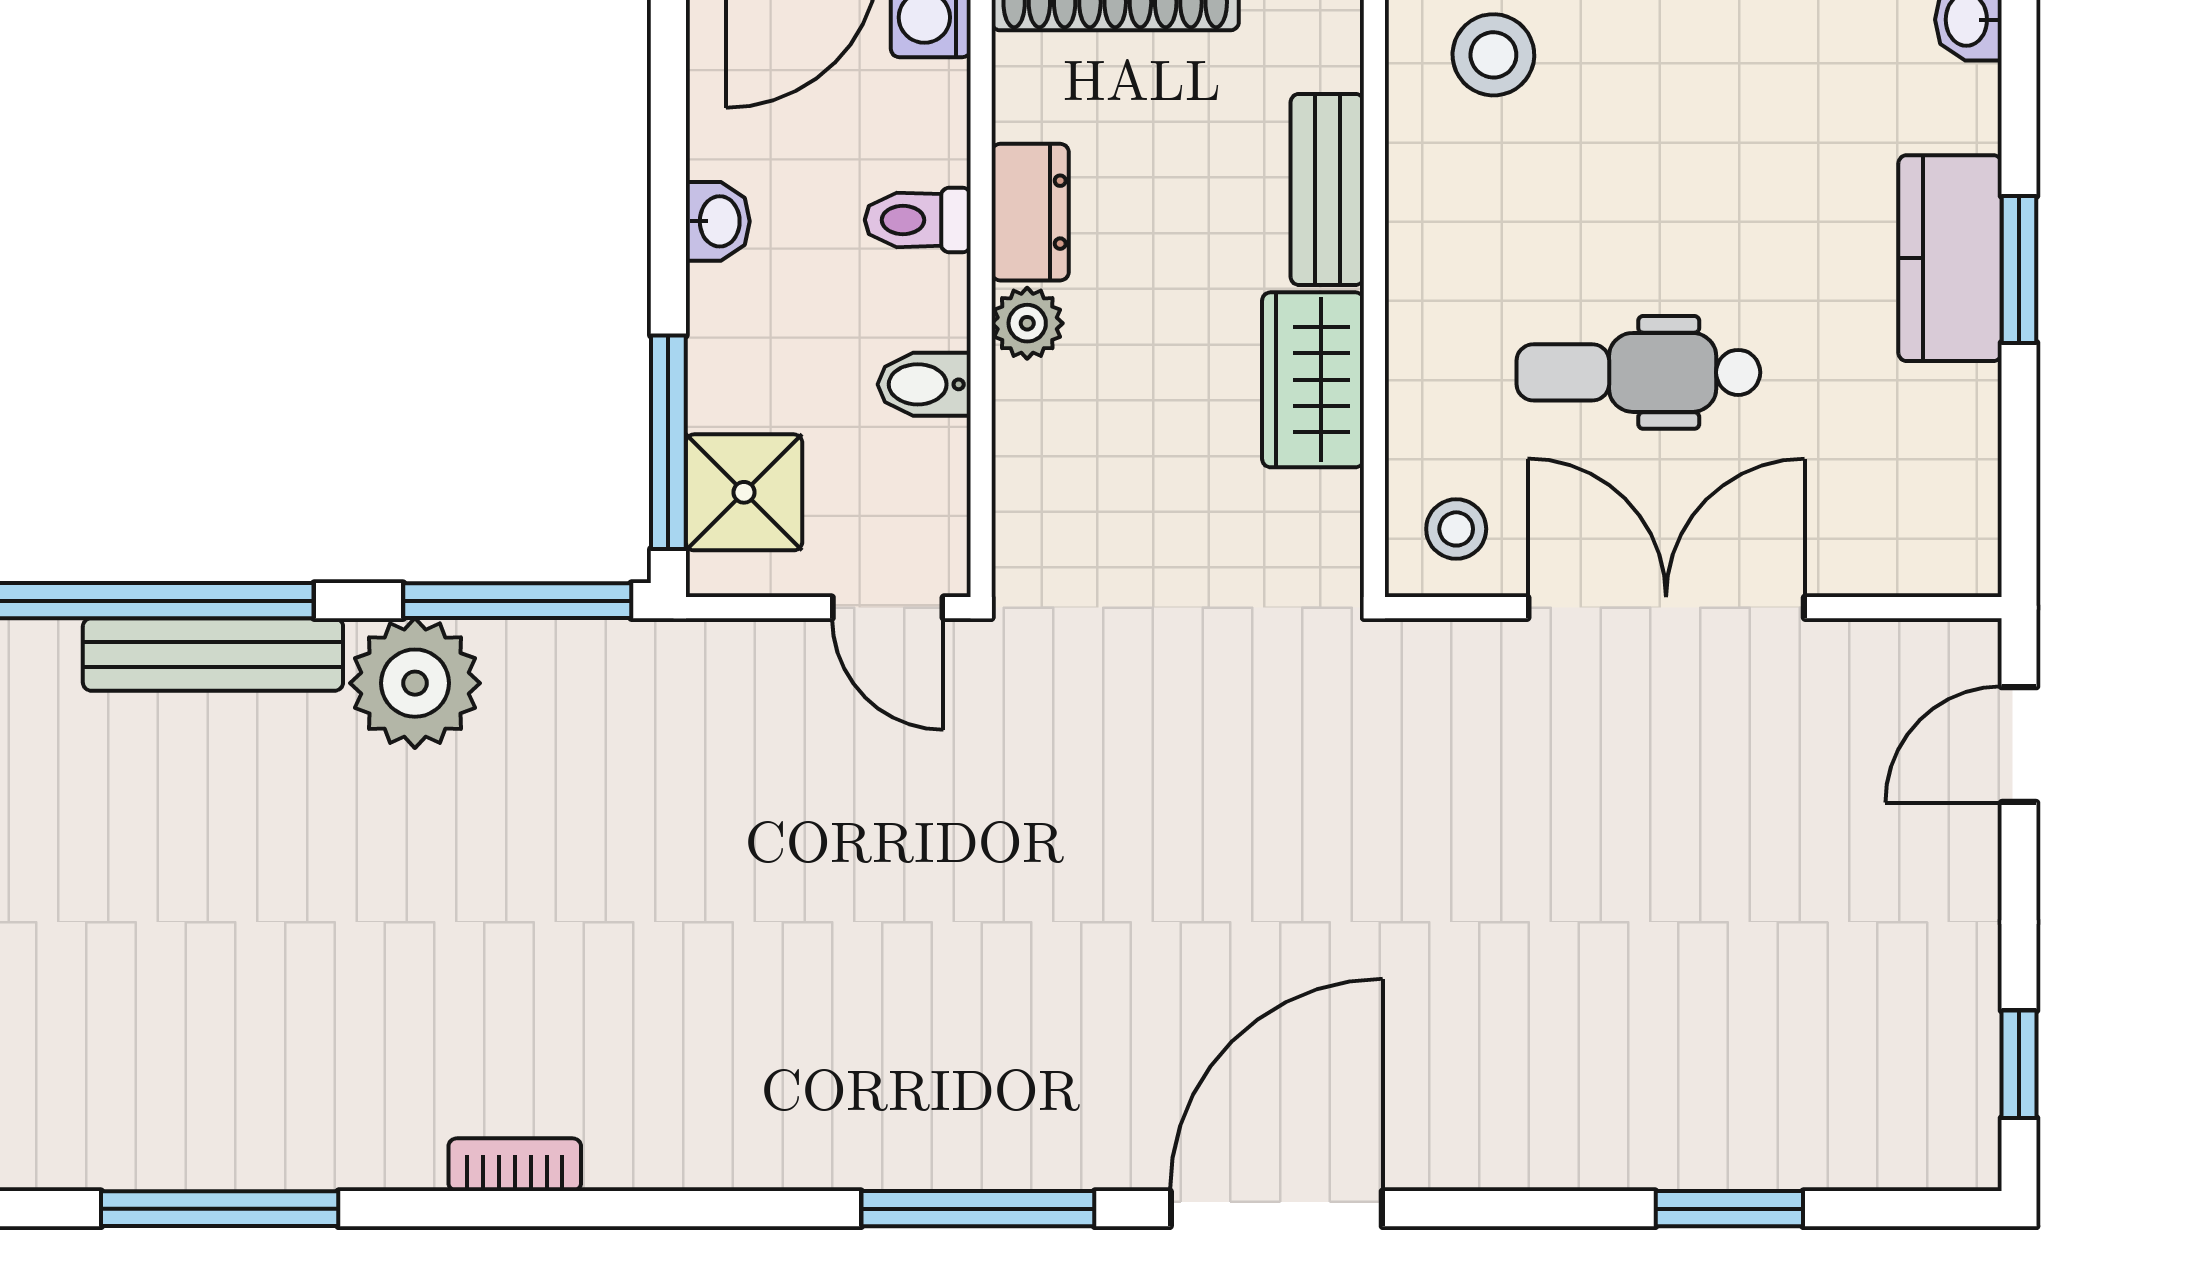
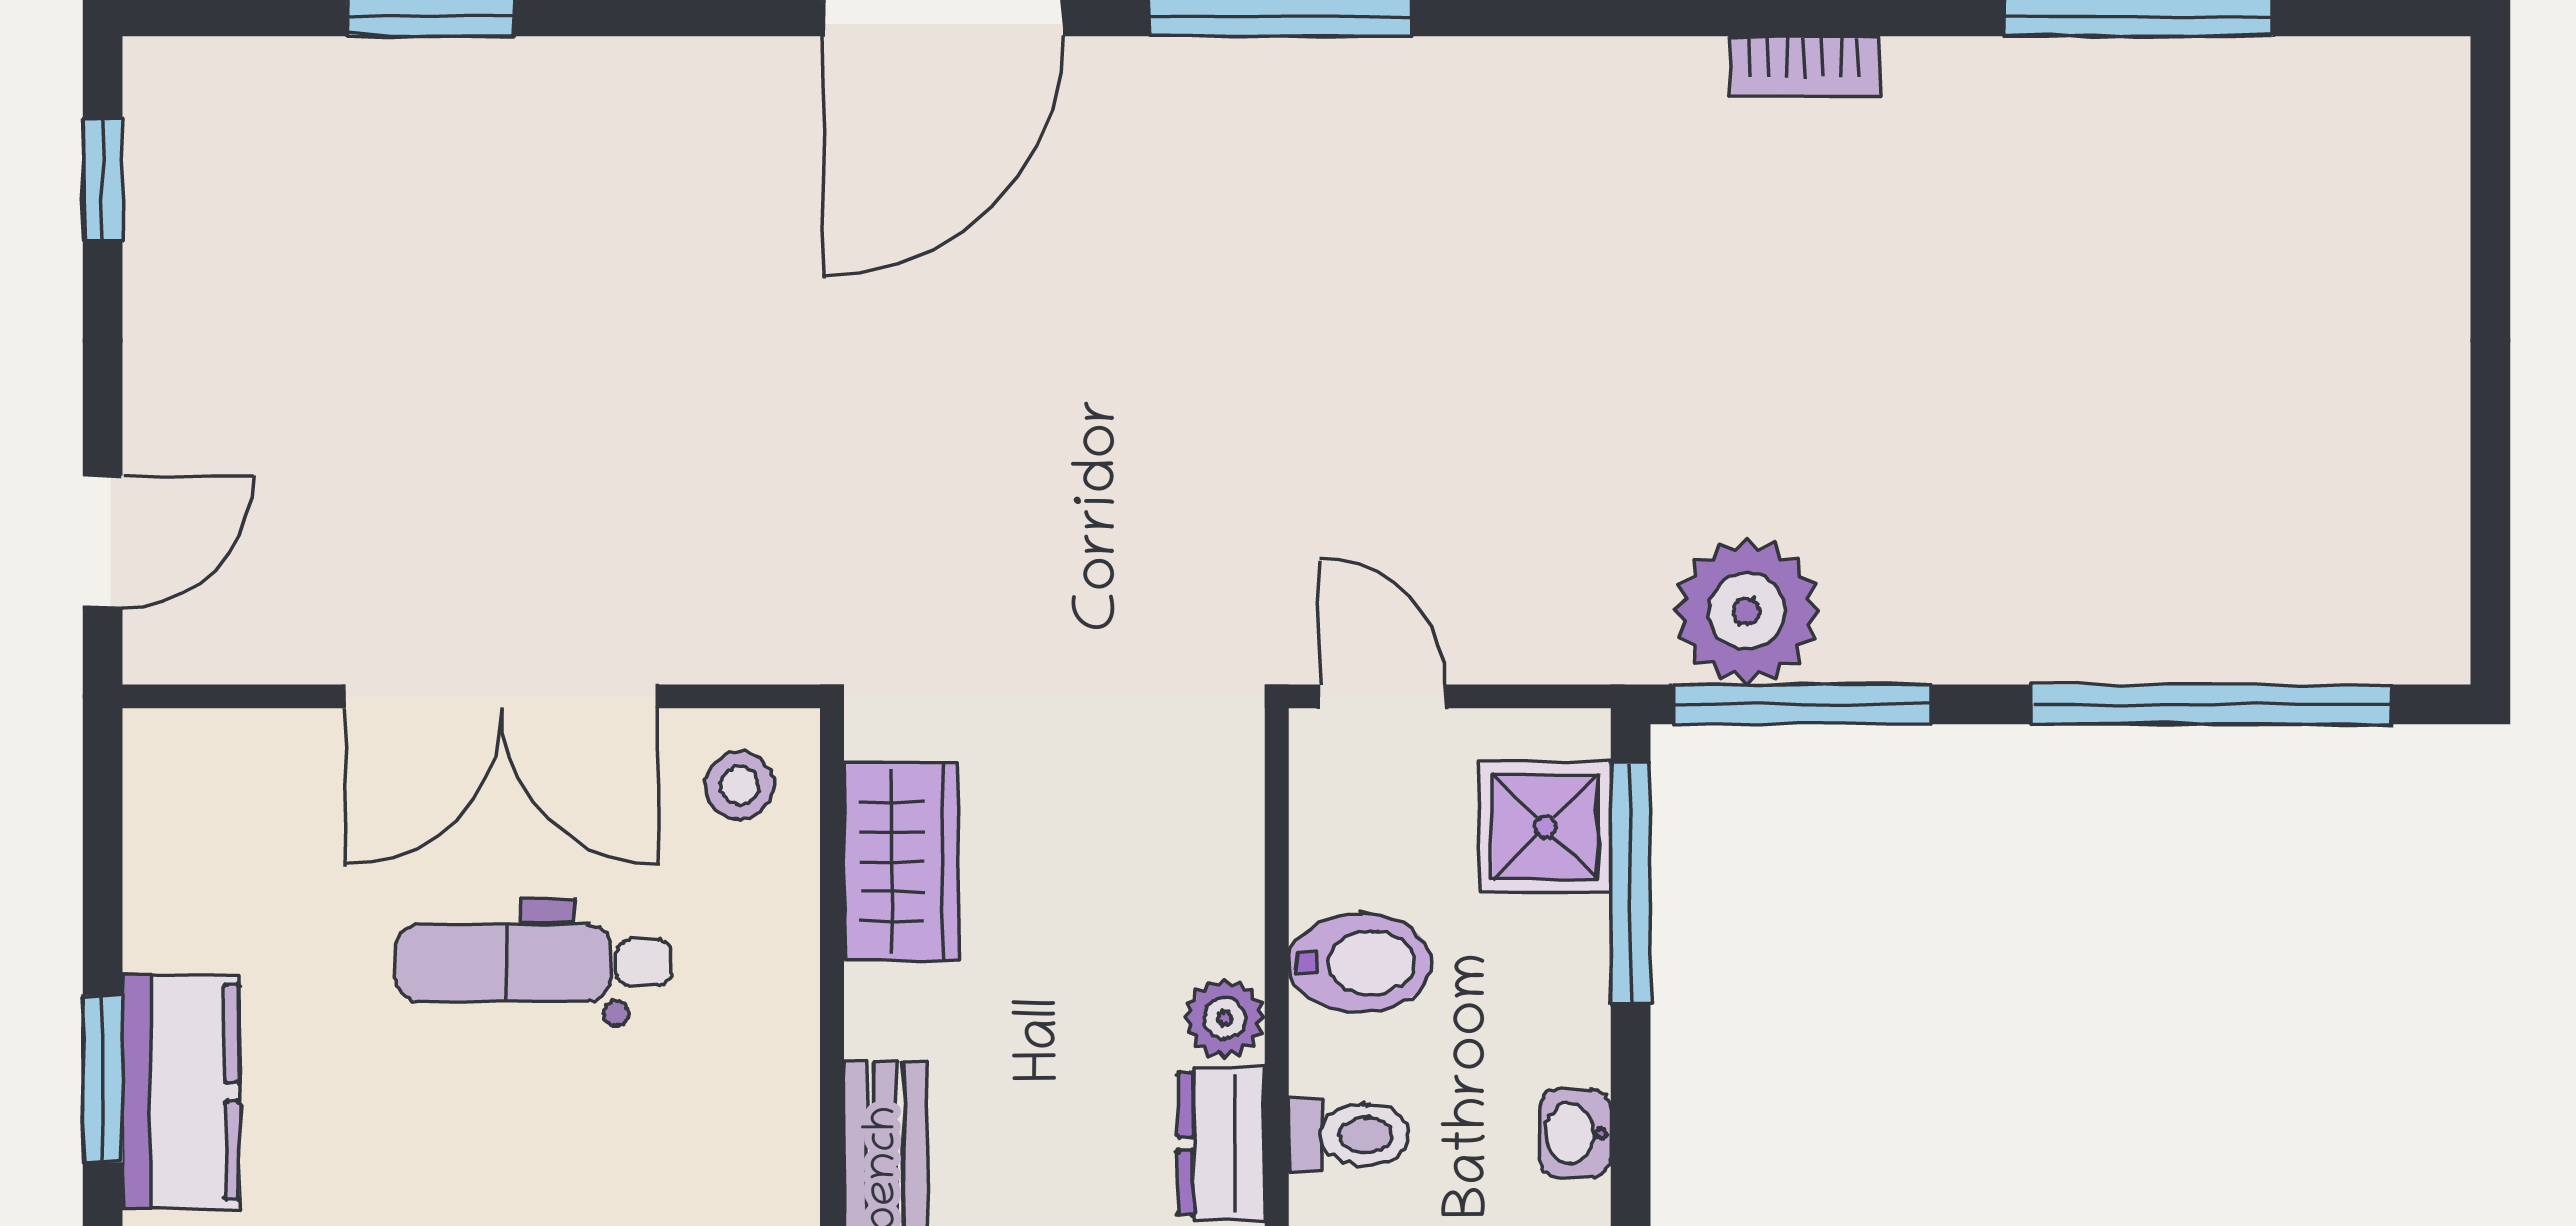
dental chair: (1638, 372) -> (533, 962), turned 180
wardrobe: (1313, 380) -> (901, 861), moved
bidet: (924, 384) -> (1360, 963), width x1.38, depth x1.36
bench: (213, 654) -> (2146, 643), removed
plant: (415, 683) -> (1747, 611), moved

